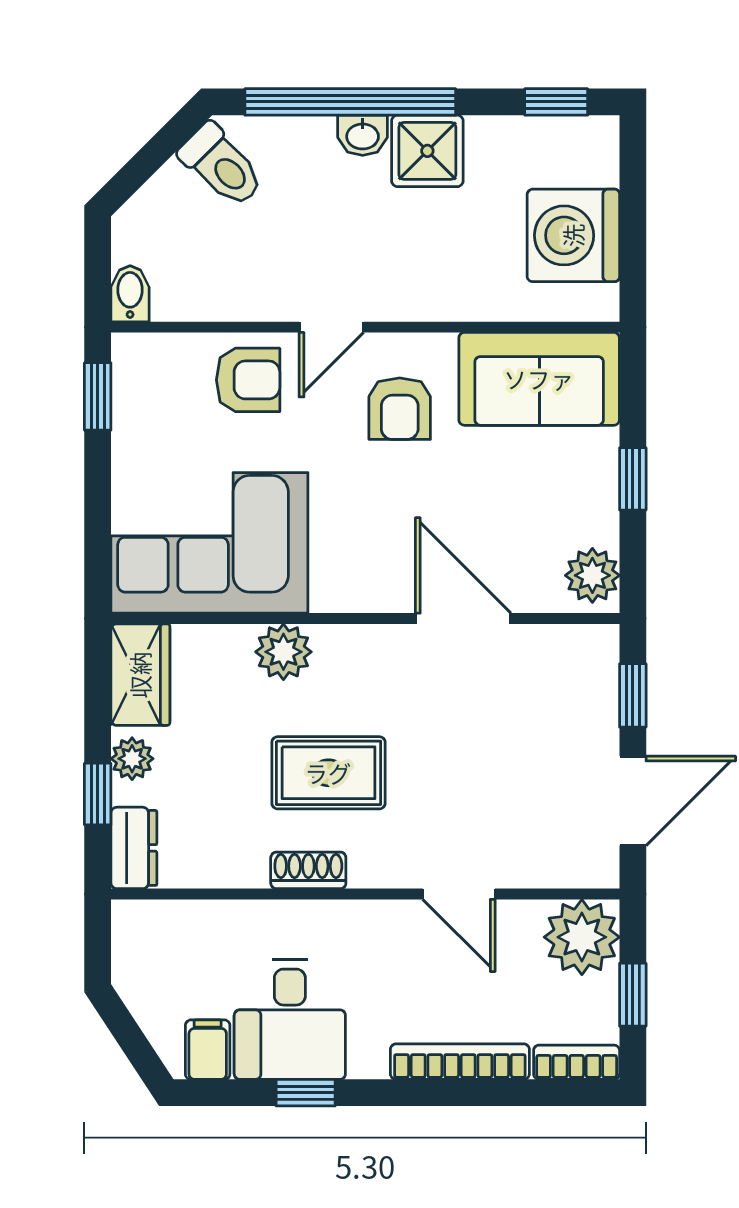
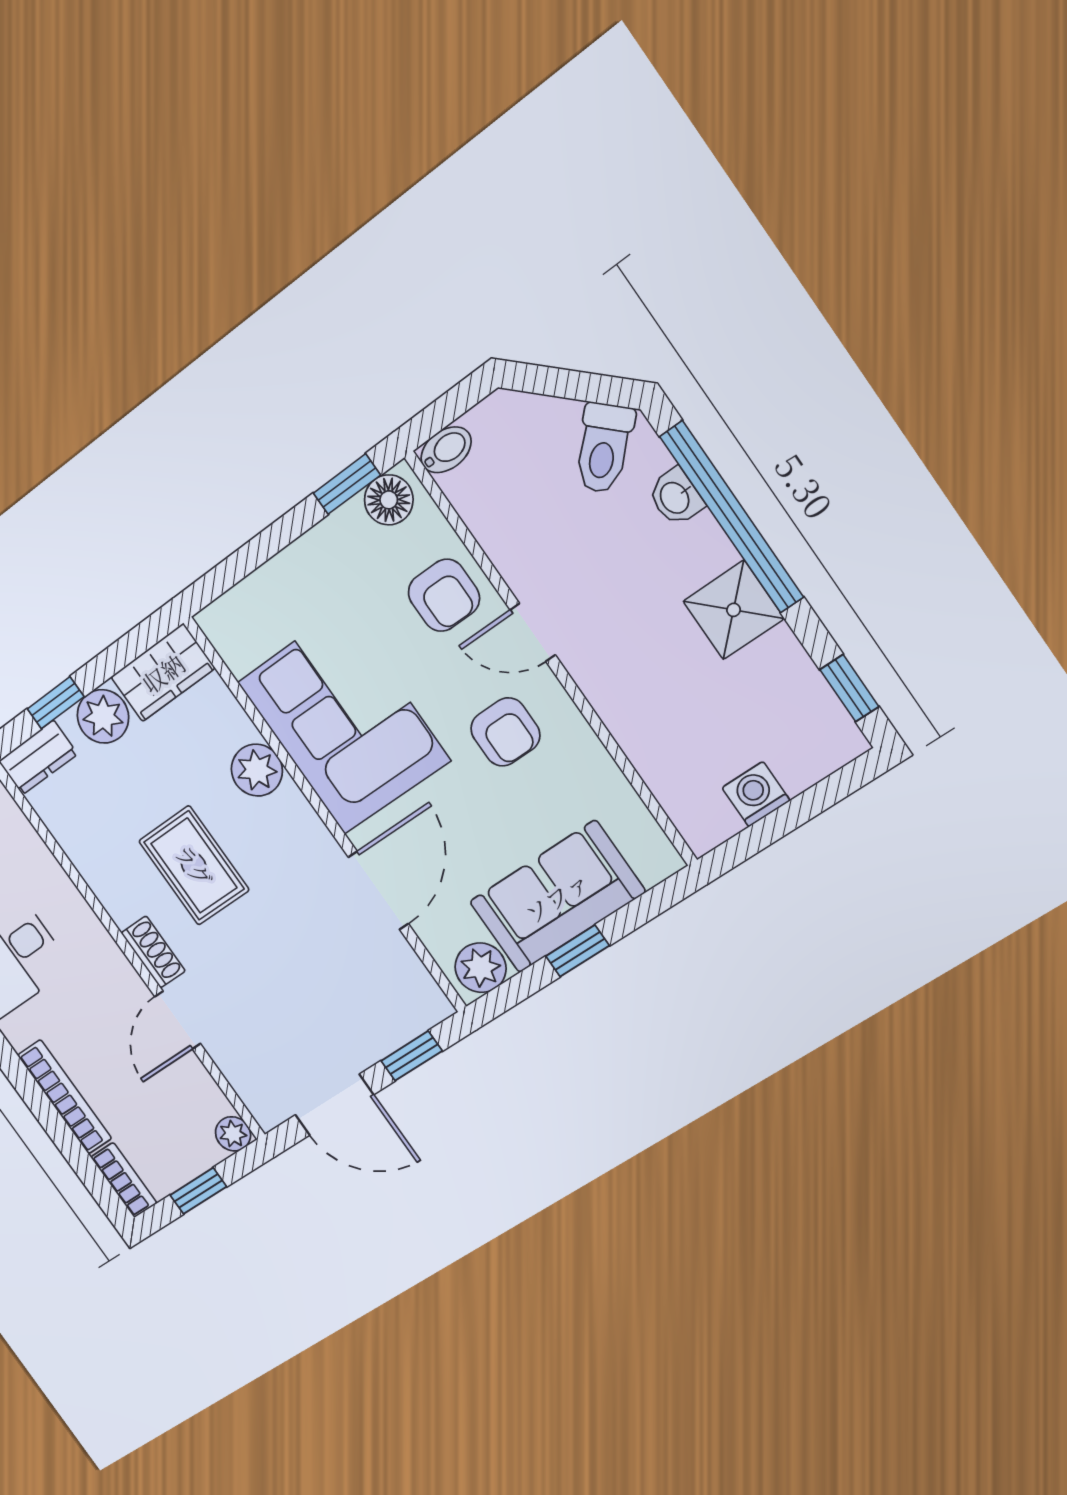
washbasin: (363, 135) -> (676, 497), moved
washing machine: (573, 235) -> (756, 794), width x0.53, depth x0.53
floor lamp: (136, 370) -> (389, 500), added
sofa: (539, 379) -> (557, 897), moved, turned 90
armchair: (400, 409) -> (505, 732), turned -90
corner sofa: (209, 543) -> (344, 721), moved
plant: (132, 759) -> (103, 716), width x1.38, depth x1.38
shoe rack: (308, 870) -> (153, 952), moved
plant: (582, 937) -> (233, 1134), width x0.53, depth x0.53

